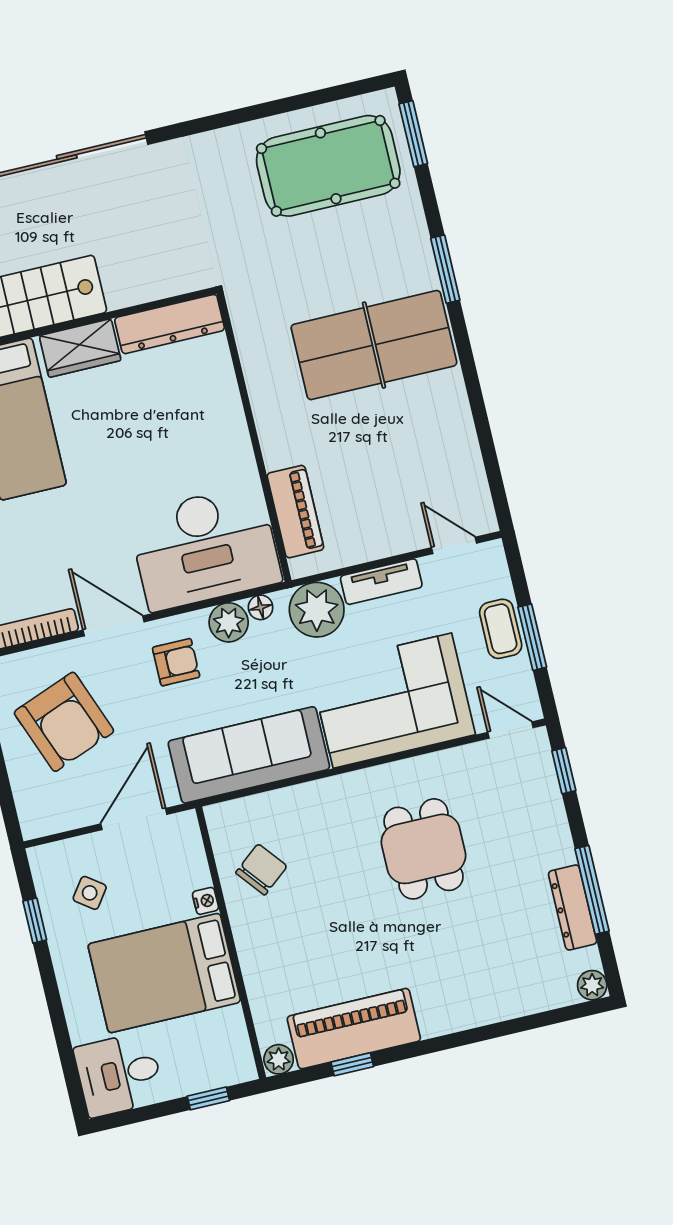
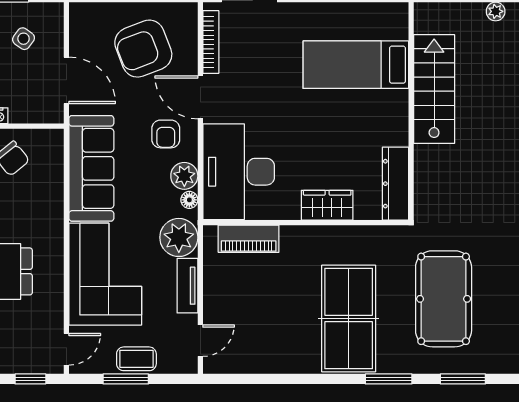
window: (413, 134) -> (463, 379), moved
pool table: (328, 166) -> (444, 299), moved
wardrobe: (80, 348) -> (327, 205), moved, turned 90
door: (113, 626) -> (200, 97), swing flipped

